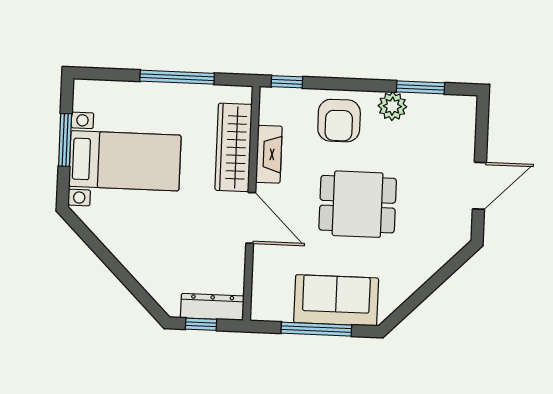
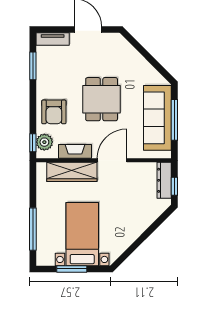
window: (177, 77) -> (33, 229), moved
plant: (392, 106) -> (44, 142), moved
armchair: (339, 121) -> (54, 112), turned 90
tv unit: (466, 124) -> (53, 39), added
sofa: (336, 300) -> (157, 118), width x1.36

